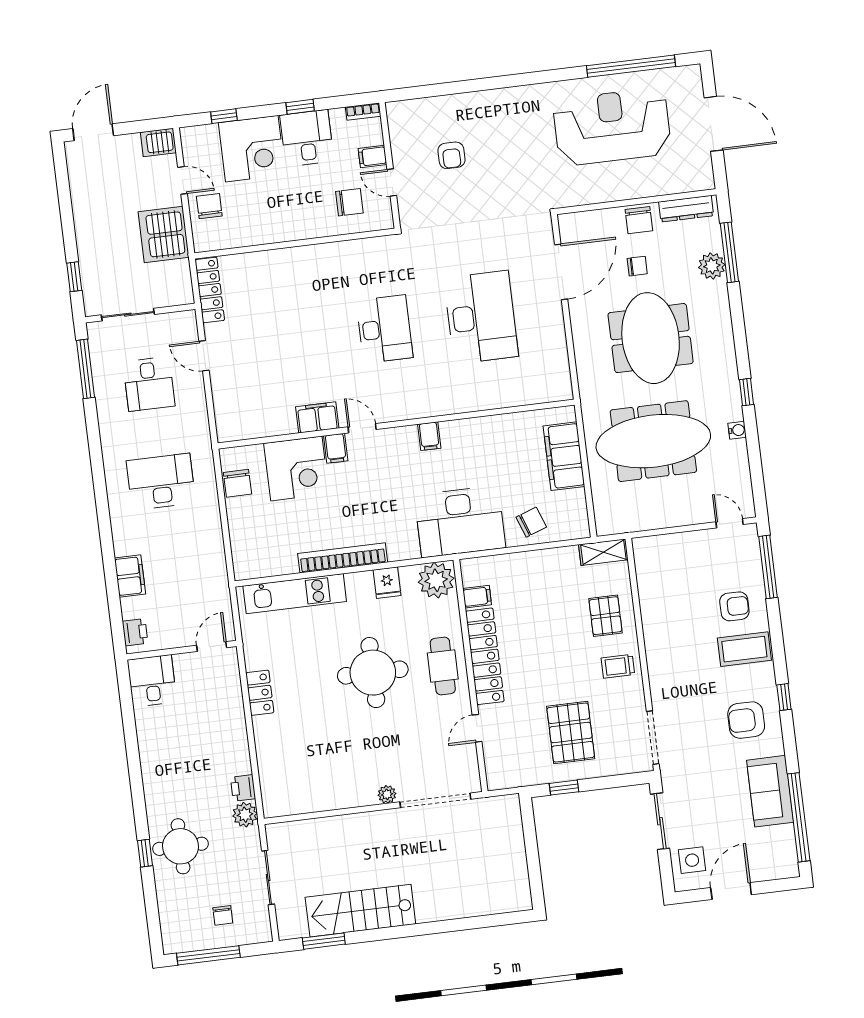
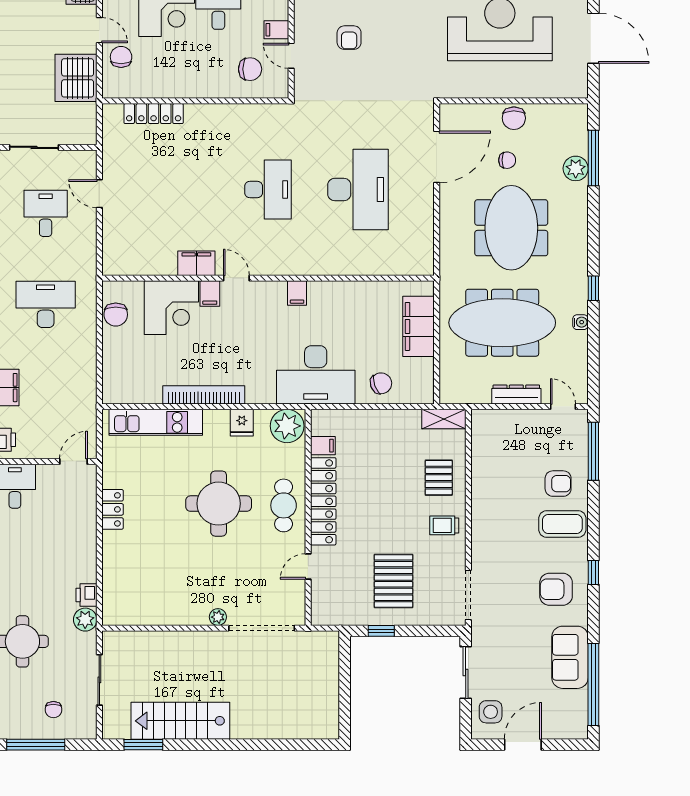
dresser: (686, 209) -> (516, 395), moved, turned 180
locker: (210, 290) -> (154, 114), moved, turned 90
desk: (149, 384) -> (46, 213), turned 180

